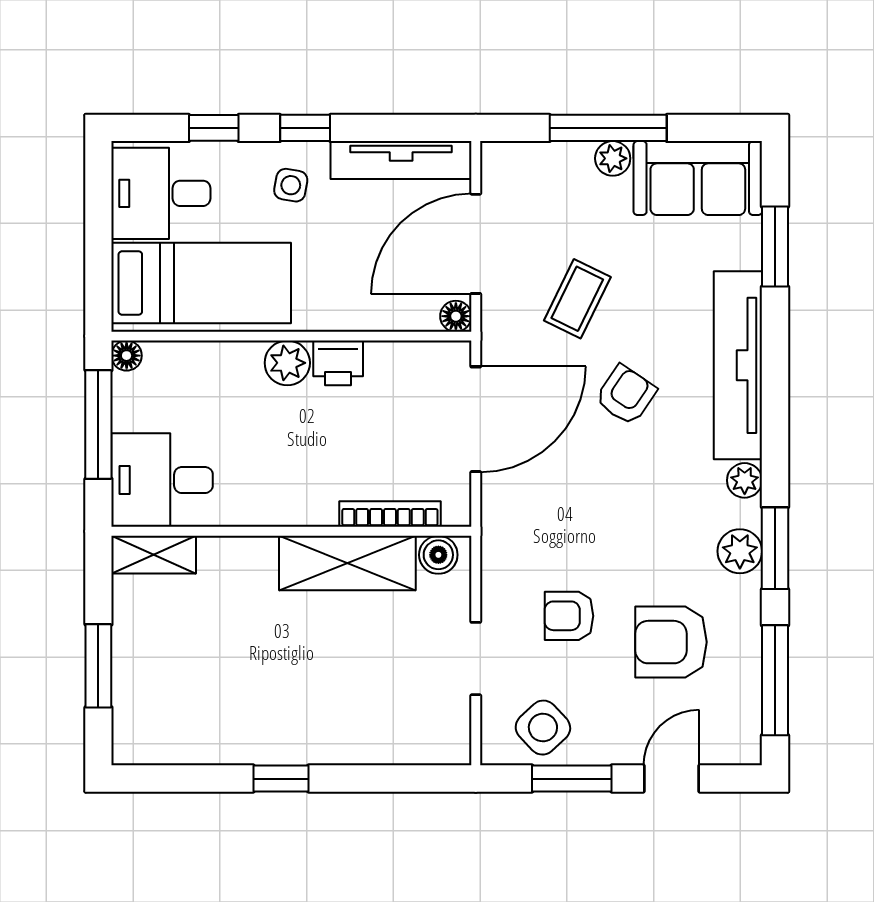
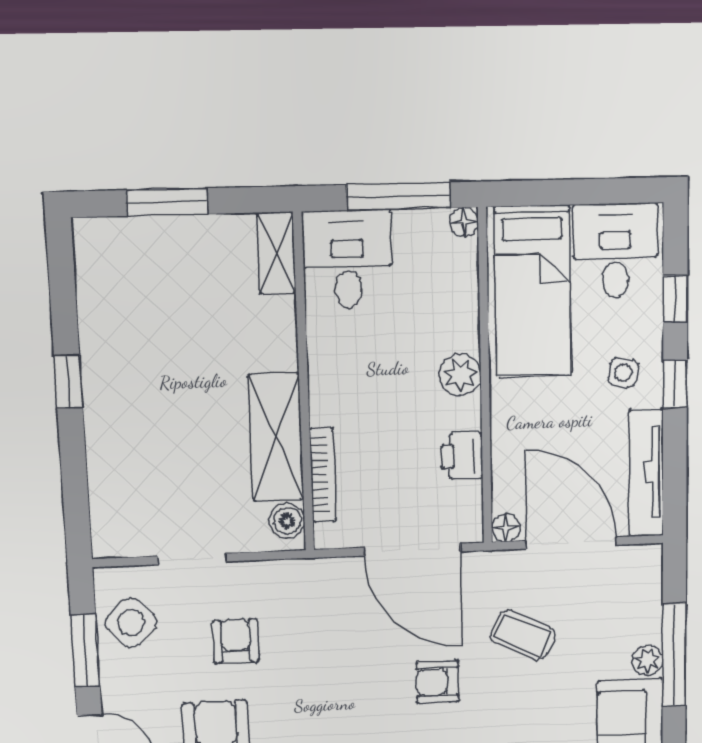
printer: (338, 363) -> (462, 456), moved
armchair: (626, 395) -> (438, 682), turned 146

